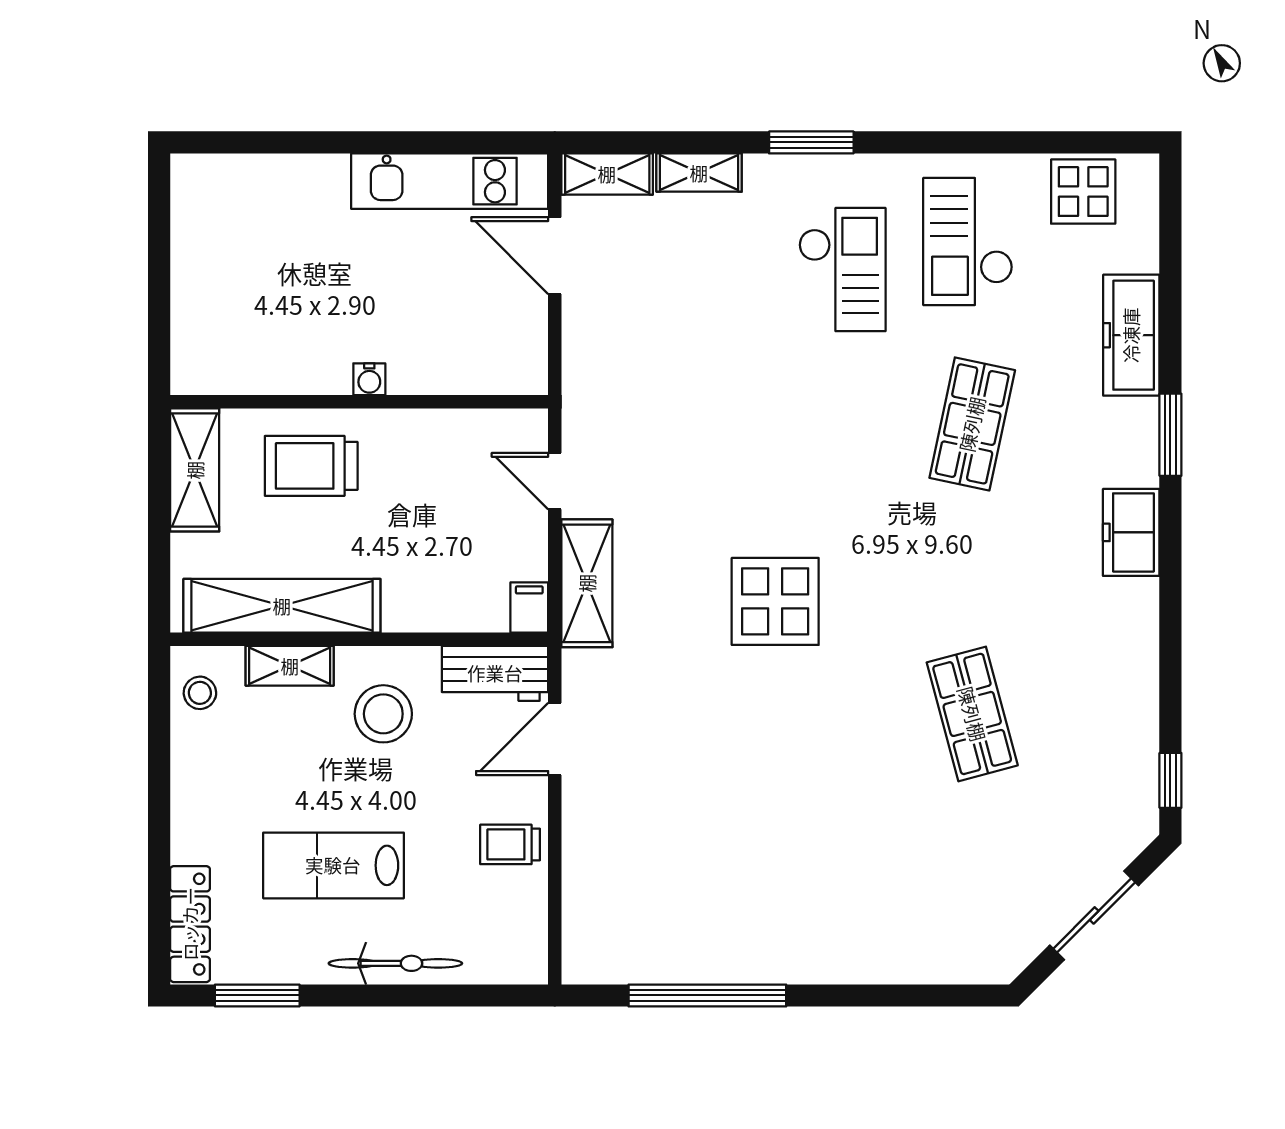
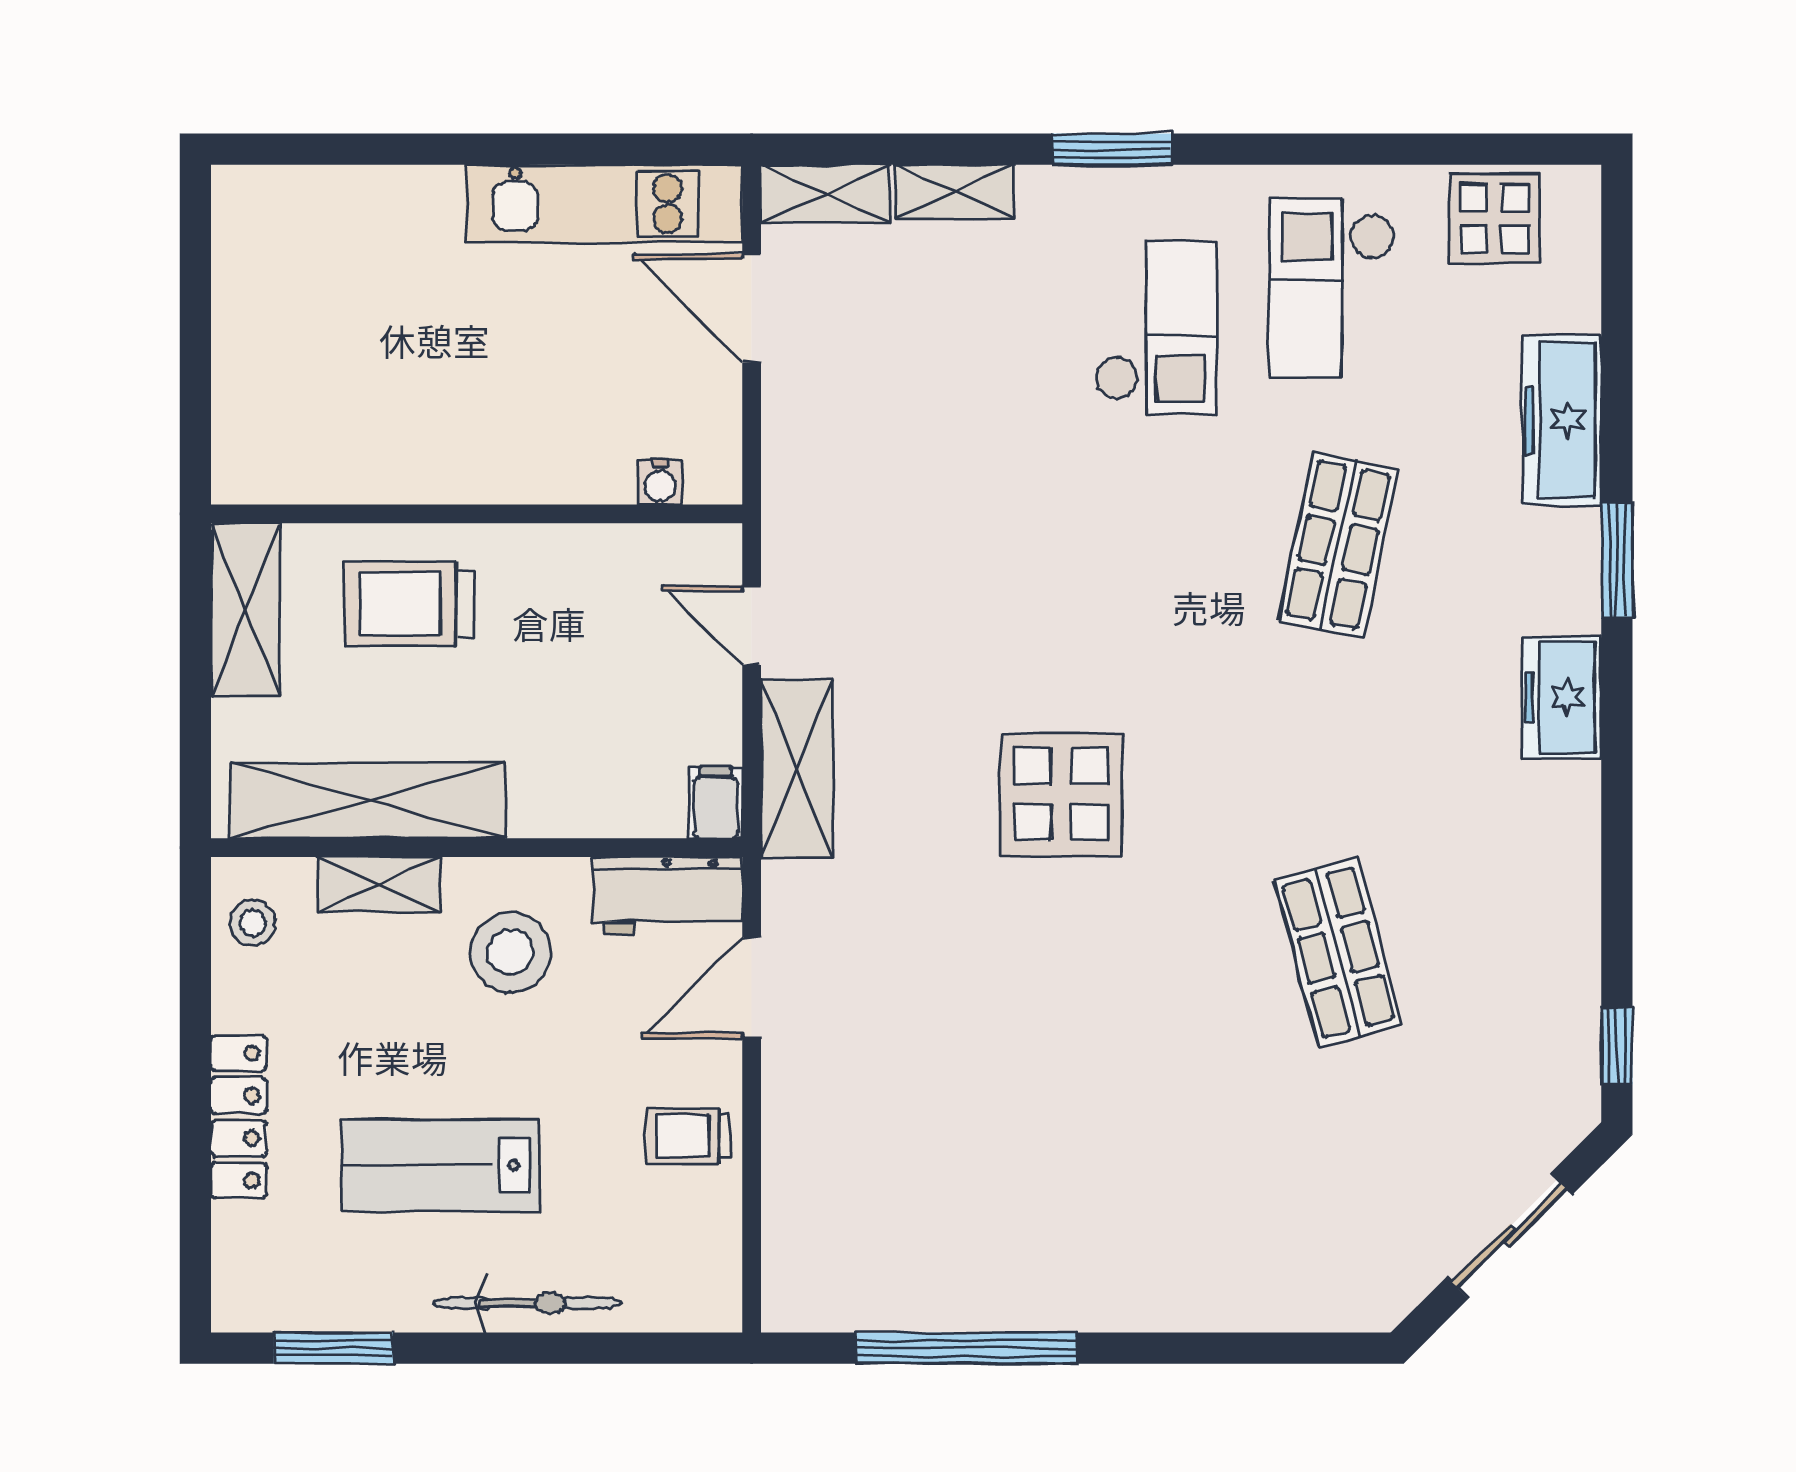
water cooler: (369, 379) -> (660, 482), moved
locker: (190, 924) -> (239, 1117), moved

